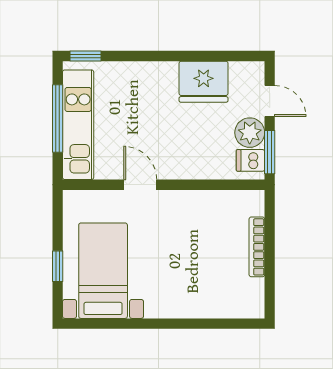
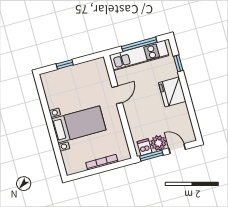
window: (85, 56) -> (178, 63), moved
fridge: (204, 82) -> (172, 92), moved
door: (270, 101) -> (177, 149), swing flipped
bed with nightstands: (103, 271) -> (79, 124), moved

